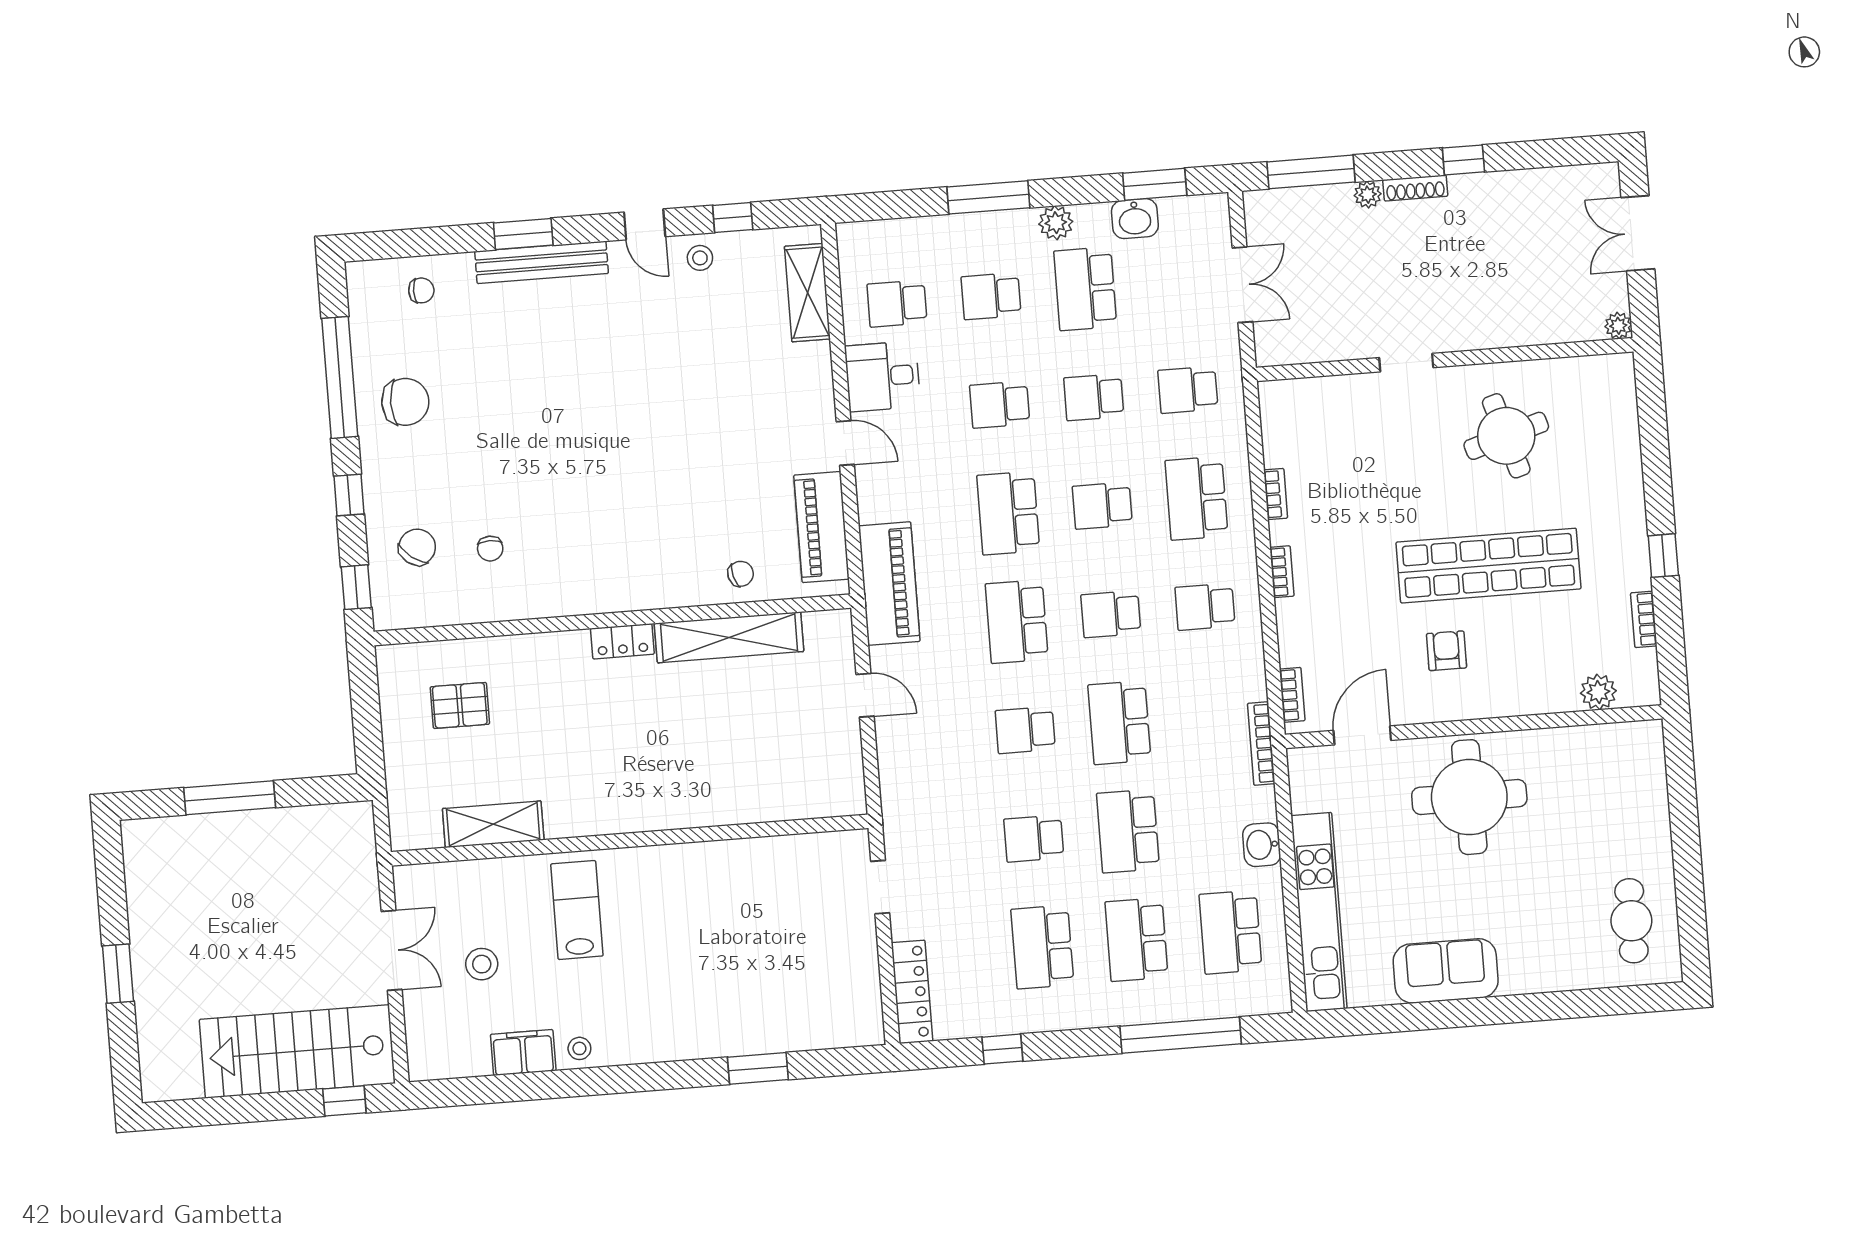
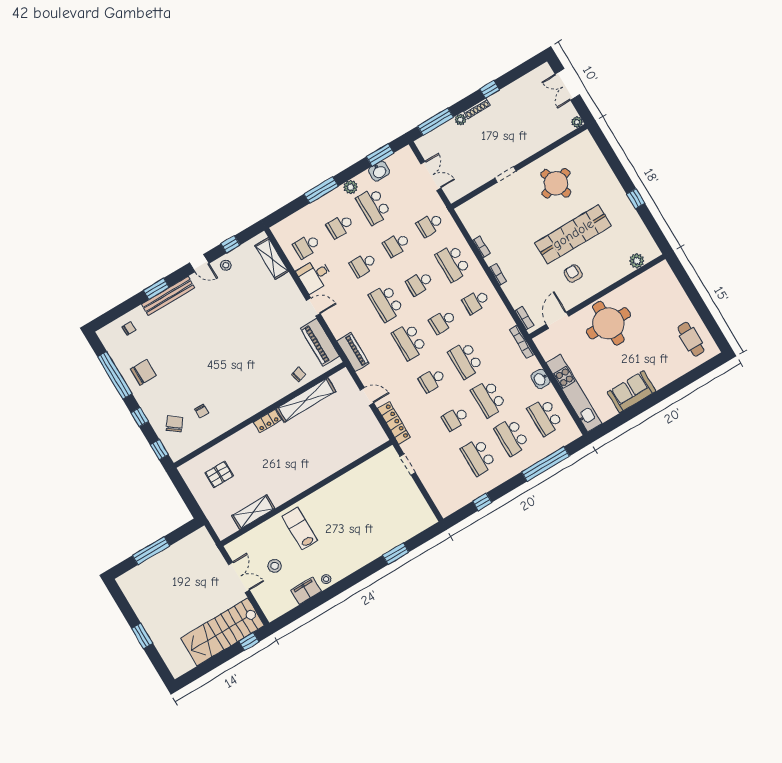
piano: (889, 584) -> (353, 352), width x0.73, depth x0.75
bookcase: (1644, 619) -> (640, 226), removed
locker: (912, 992) -> (394, 423), moved

